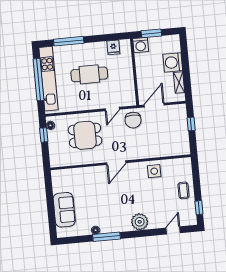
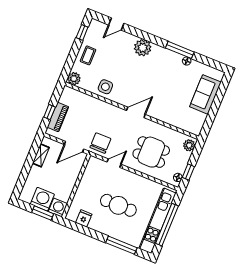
washing machine: (173, 62) -> (42, 199), moved, turned -90
piano: (182, 123) -> (58, 117), added
plant: (55, 158) -> (189, 145), added
plant: (185, 164) -> (74, 79), added

